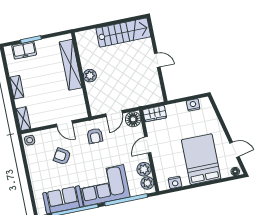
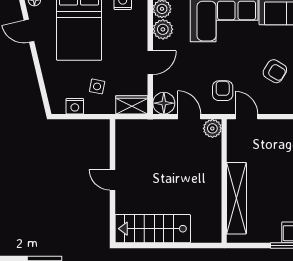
plant: (90, 76) -> (212, 128), moved
door: (114, 114) -> (189, 117), hinge flipped
side table: (181, 121) -> (97, 86), added
door: (64, 124) -> (247, 117), moved

